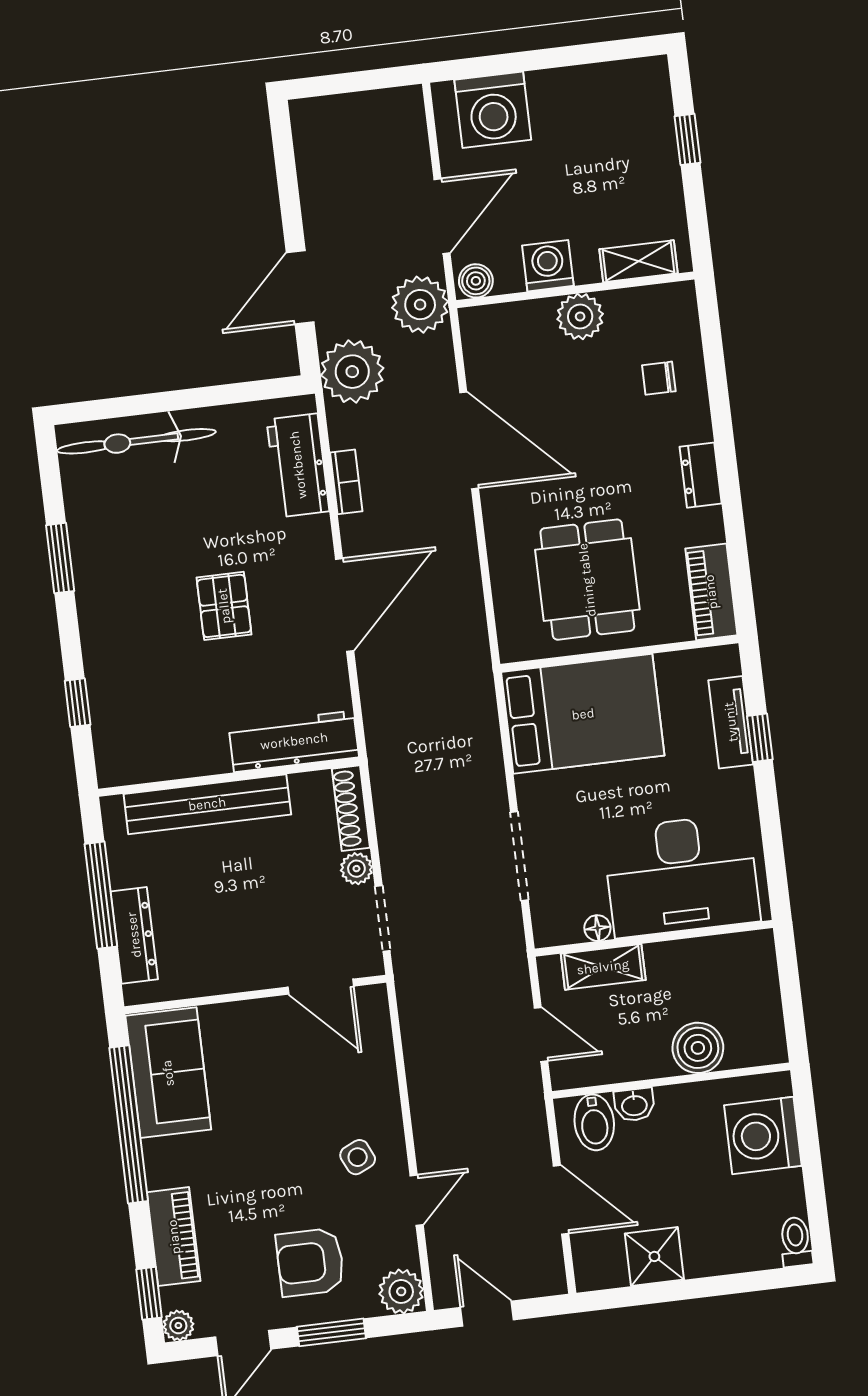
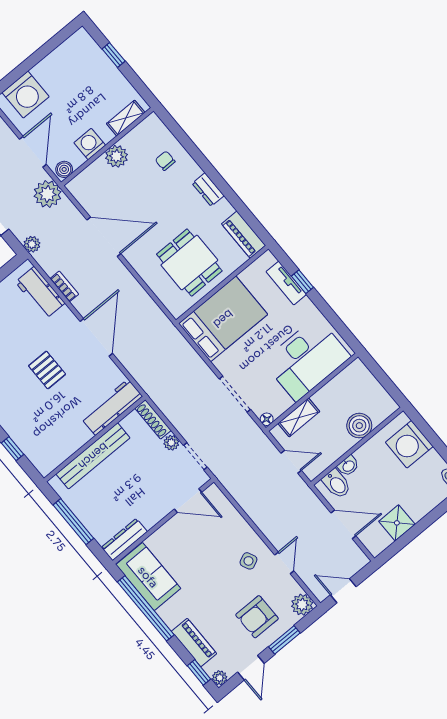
plant: (352, 372) -> (32, 244), width x0.53, depth x0.53
chair: (659, 378) -> (165, 161), turned 90
floor lamp: (597, 928) -> (267, 419), moved
dresser: (134, 935) -> (124, 540), moved, turned -90

